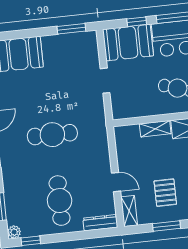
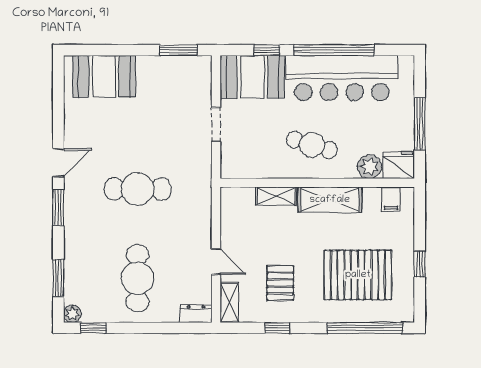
dresser: (100, 223) -> (196, 314), width x0.70
window: (167, 226) -> (277, 328), width x0.67

